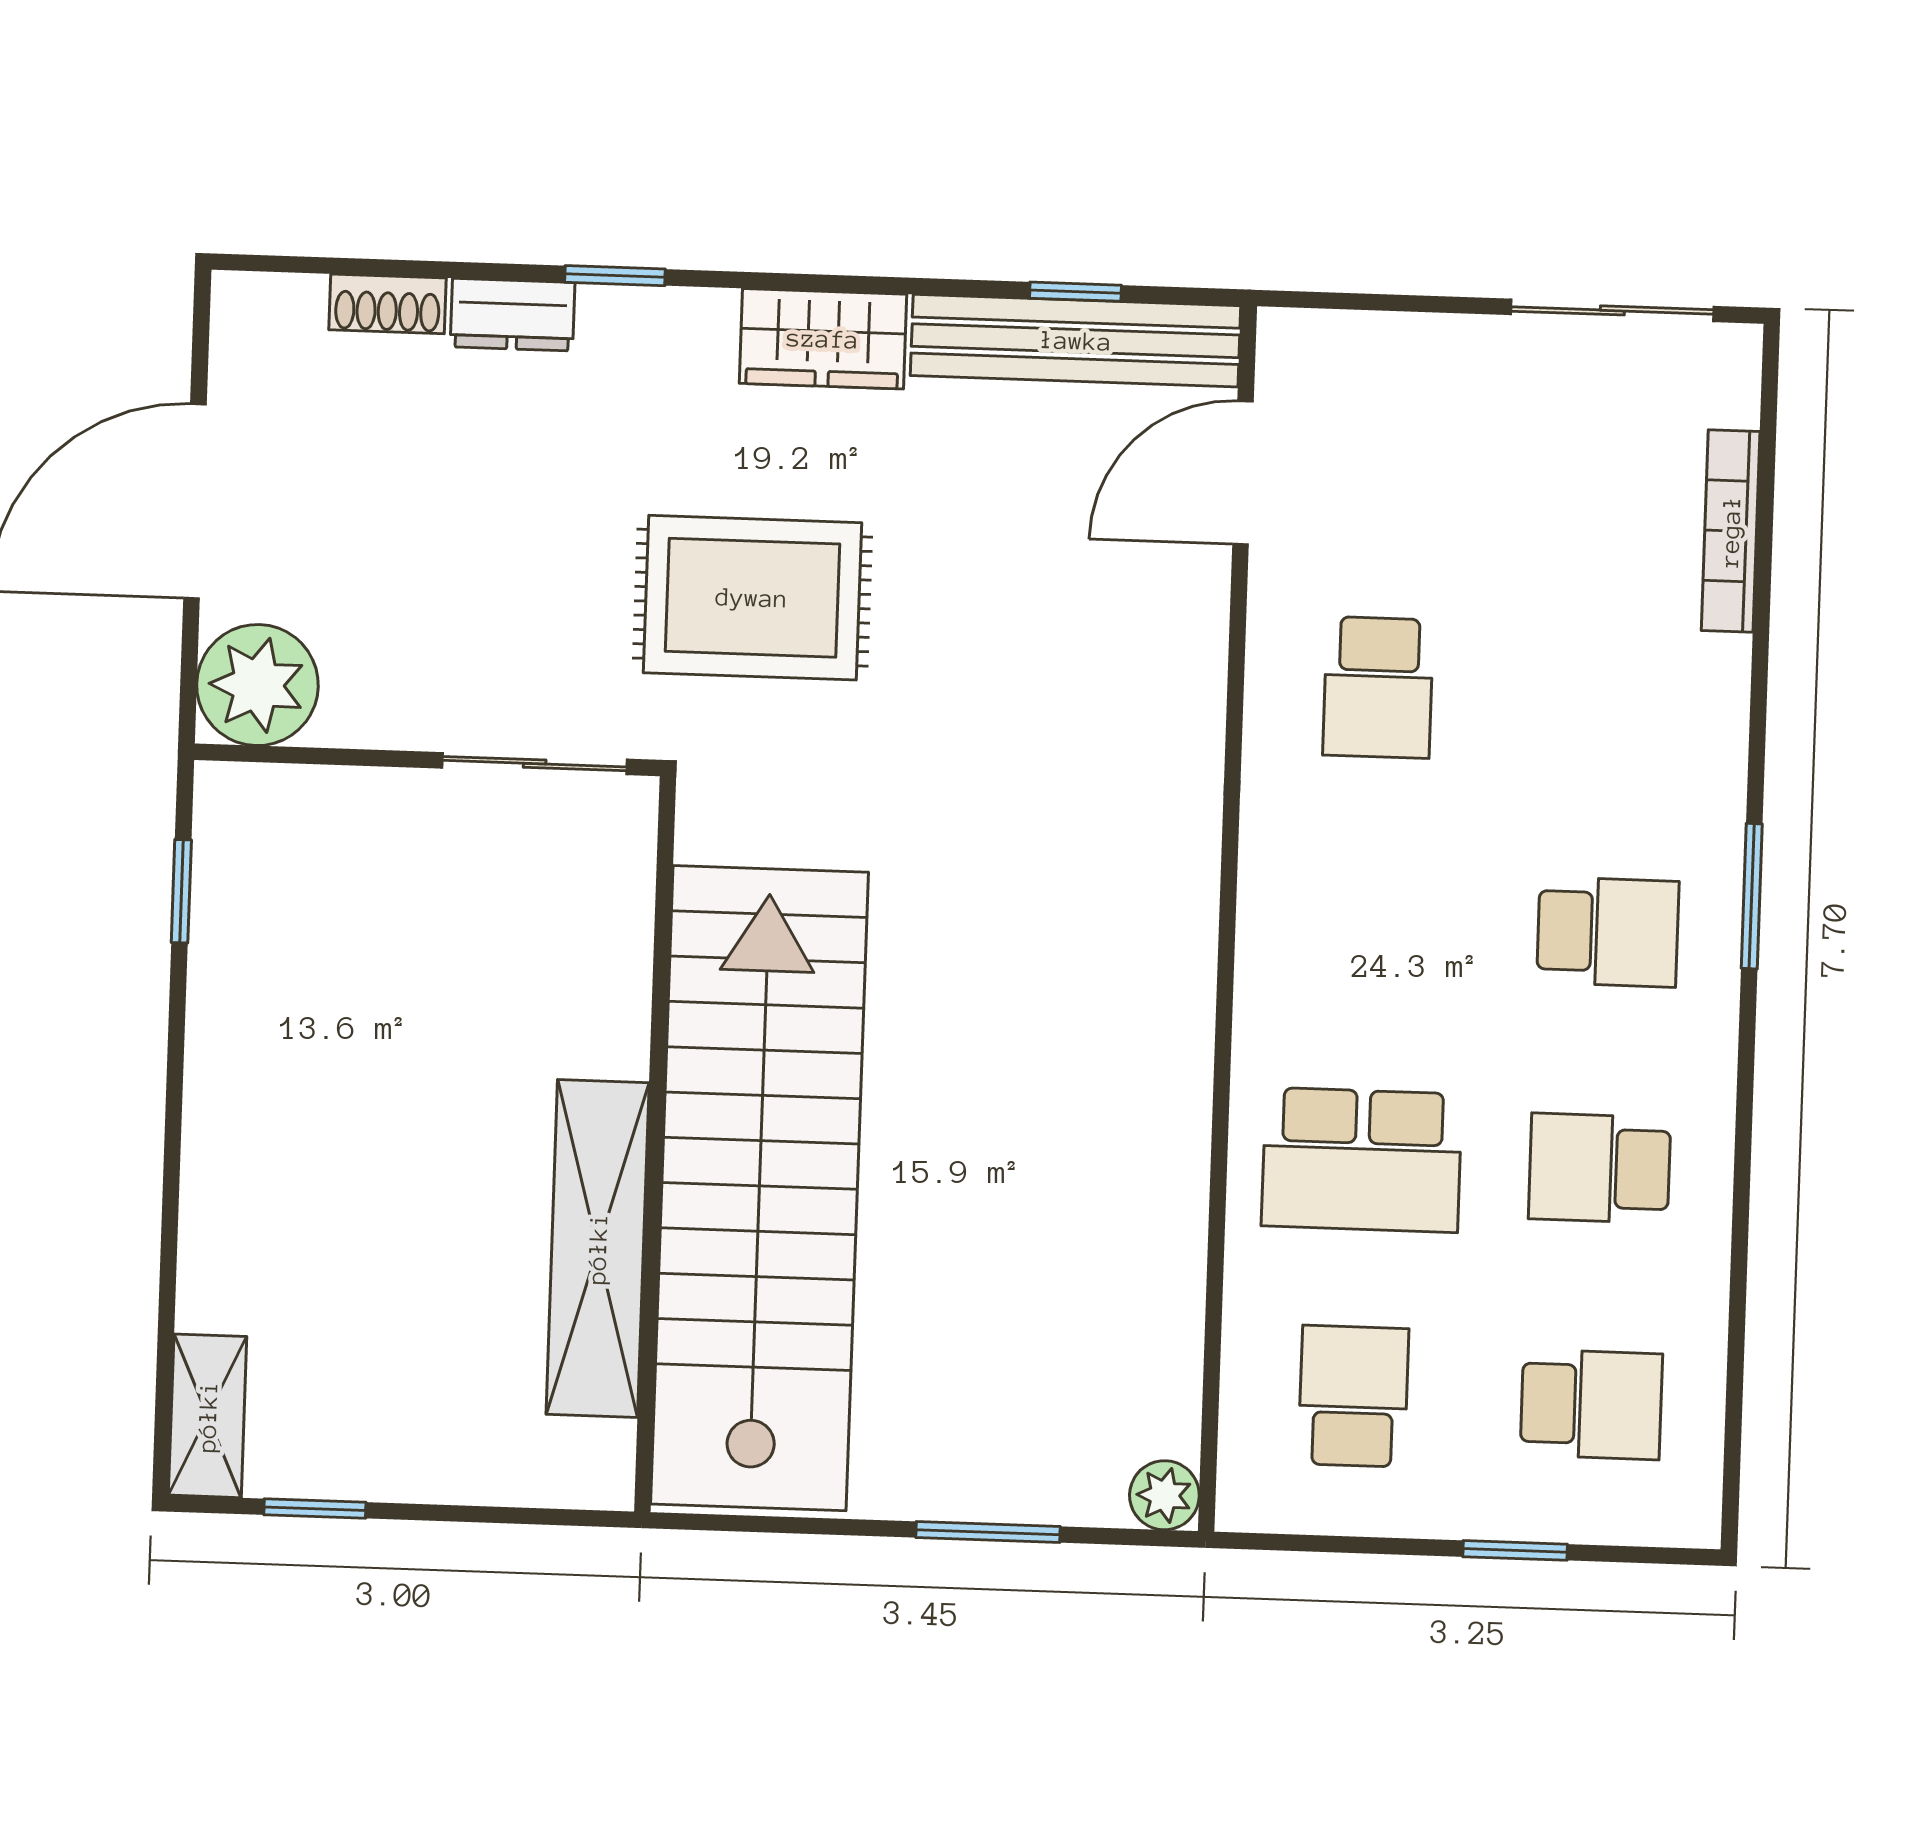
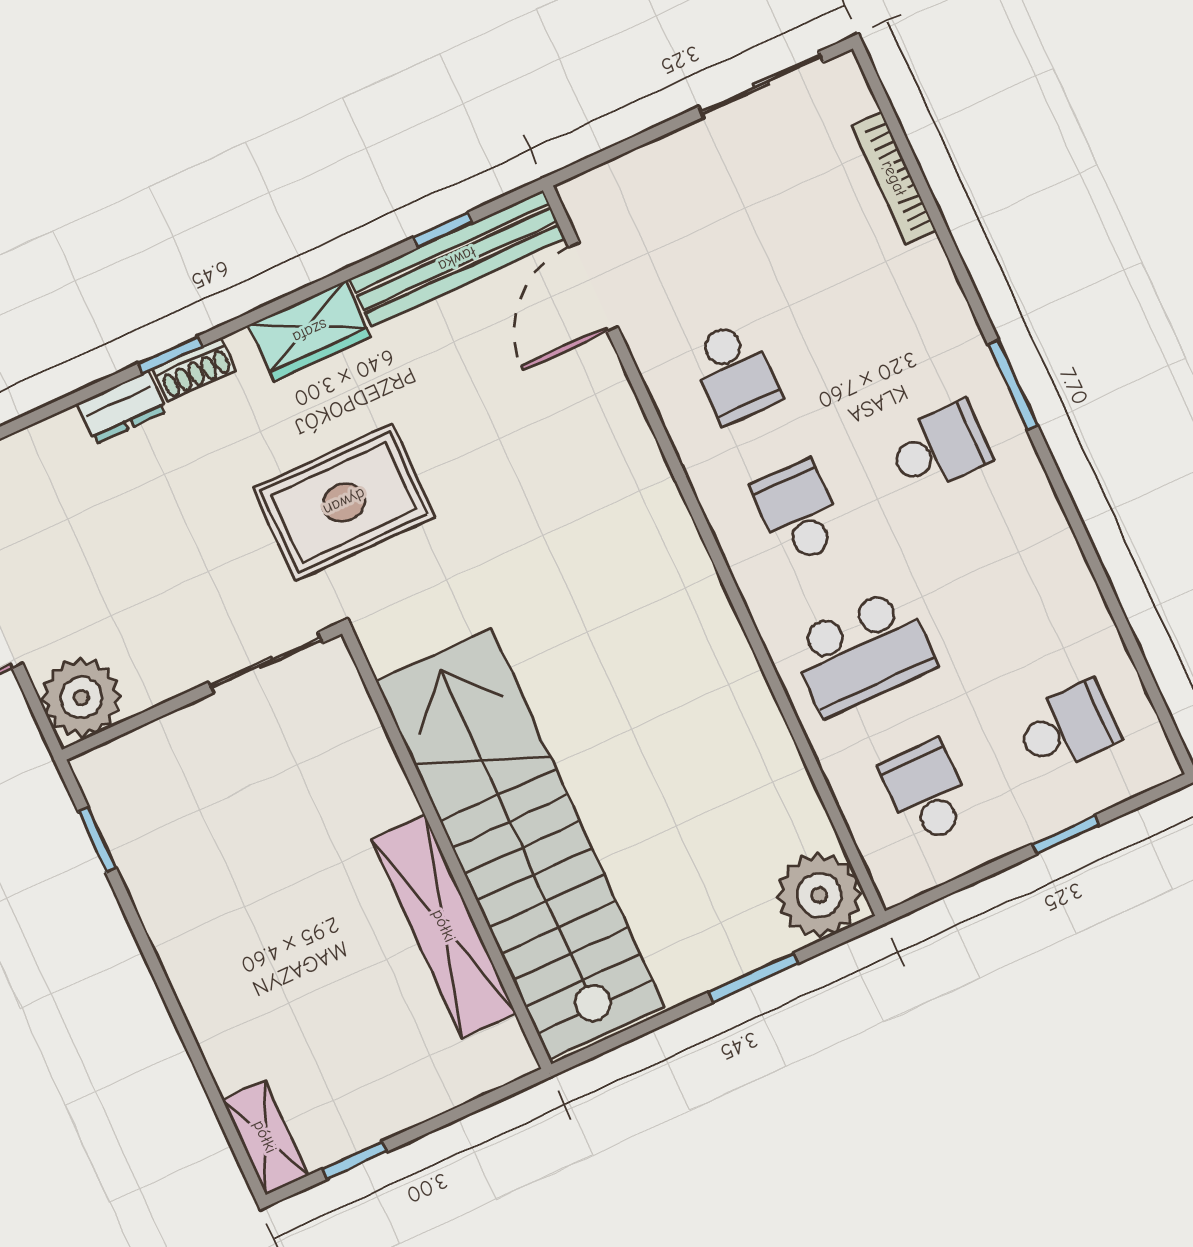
shoe rack: (388, 304) -> (194, 370), moved
school desk: (1600, 1168) -> (798, 512), moved, turned 90
plant: (1164, 1495) -> (819, 895), width x1.88, depth x1.88

